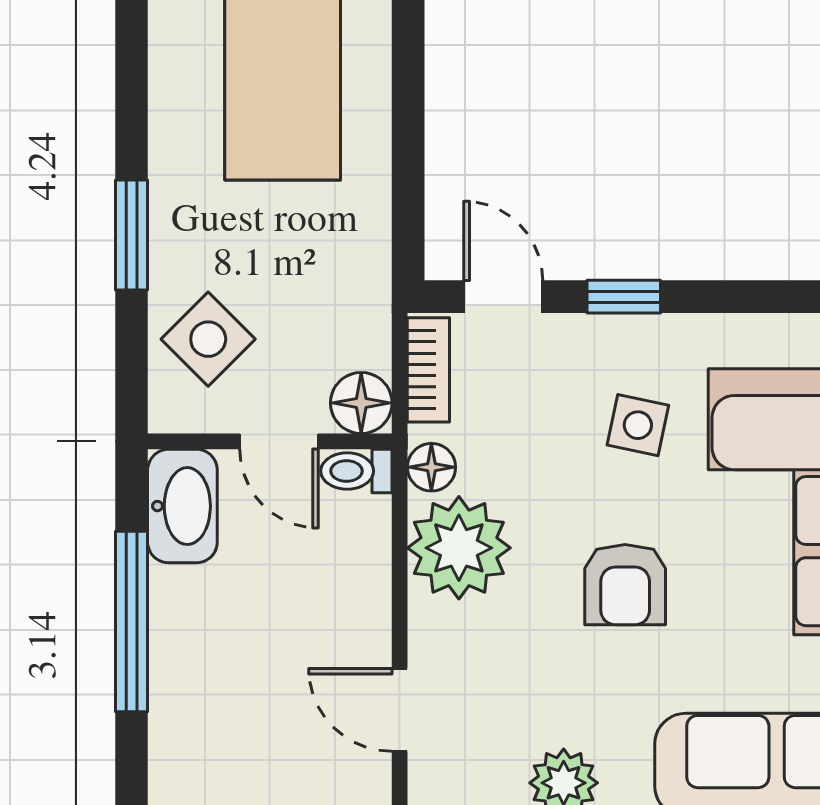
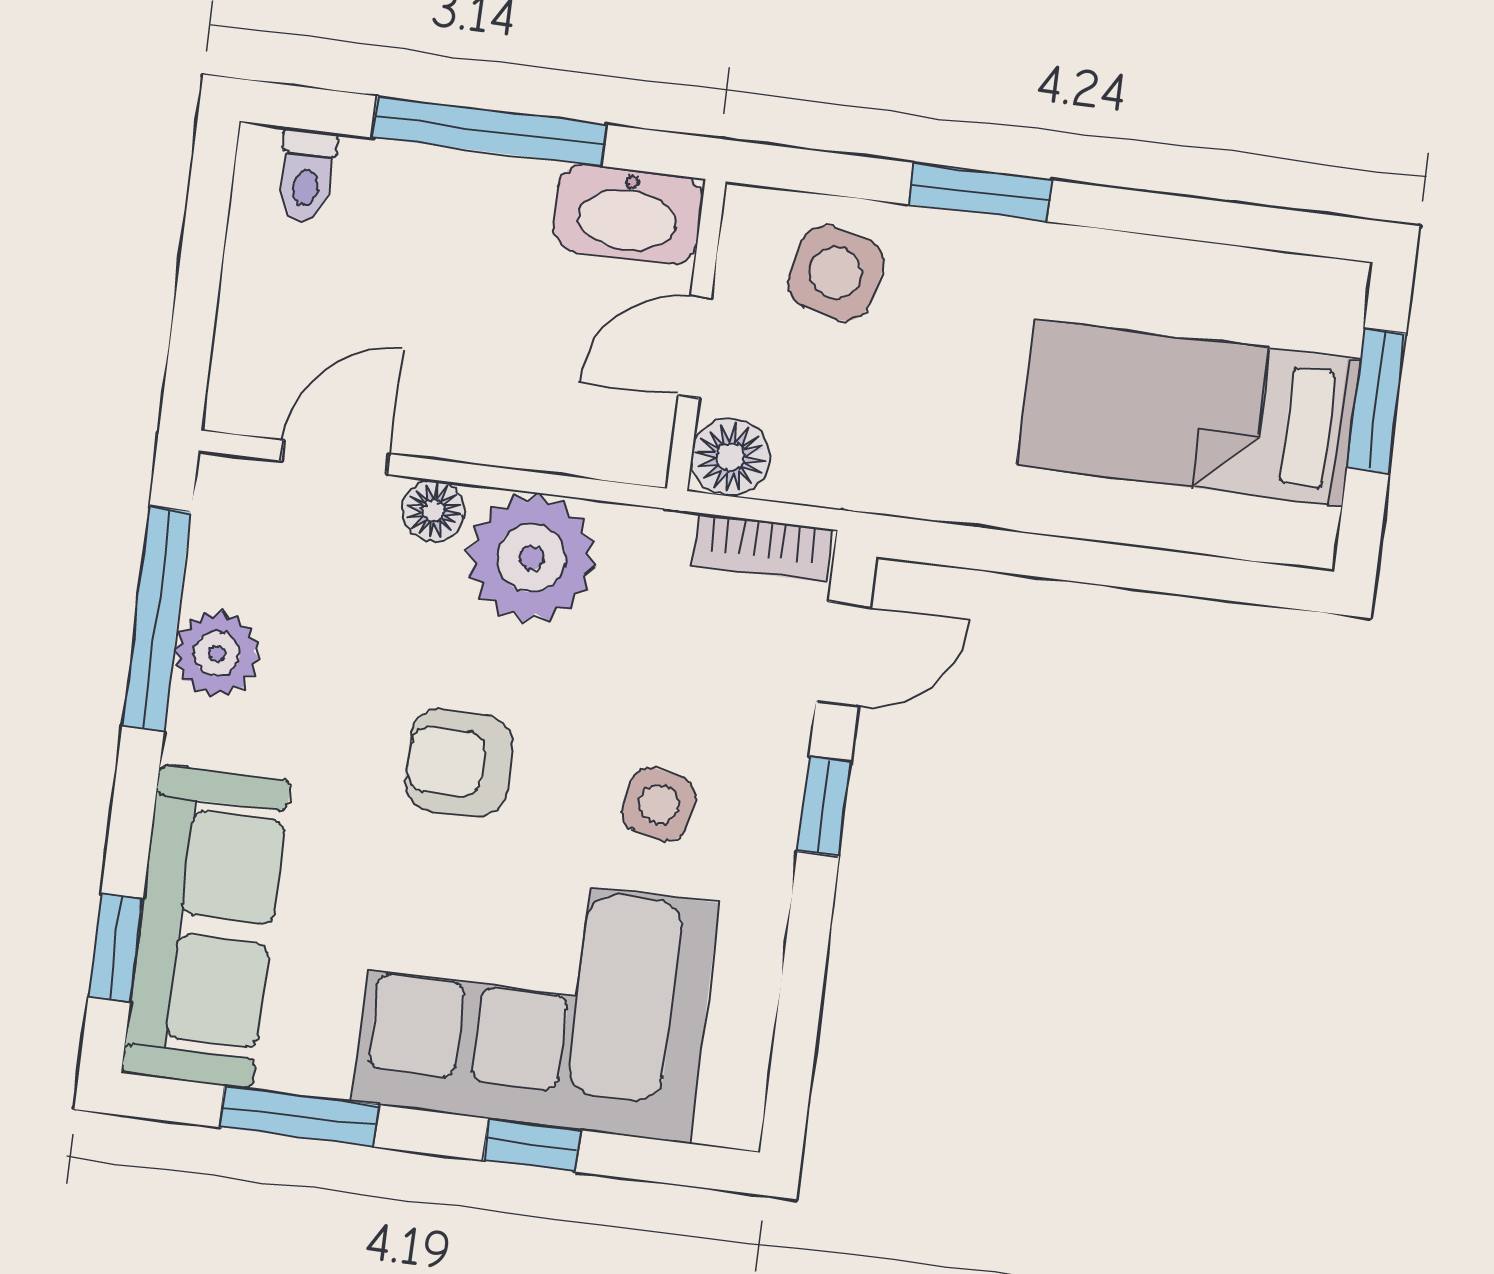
side table: (208, 339) -> (836, 273), turned -31
floor lamp: (431, 467) -> (434, 511), moved
toilet: (356, 471) -> (307, 175), moved, turned 180

